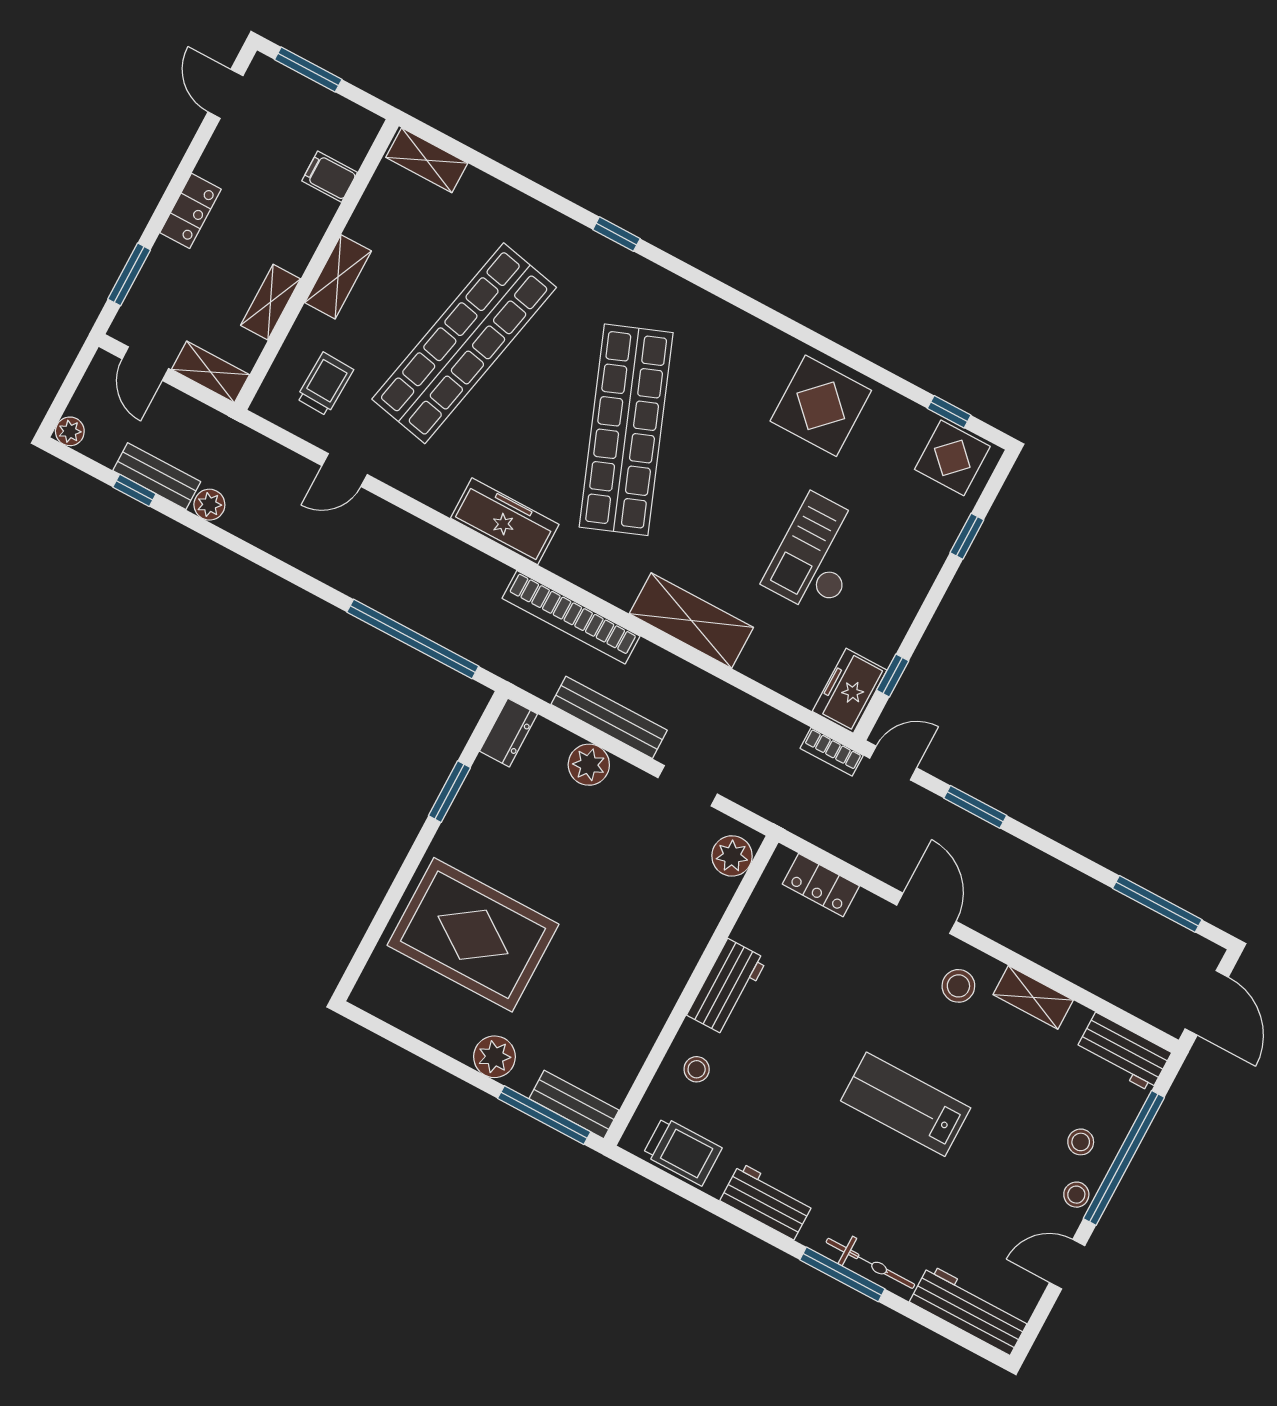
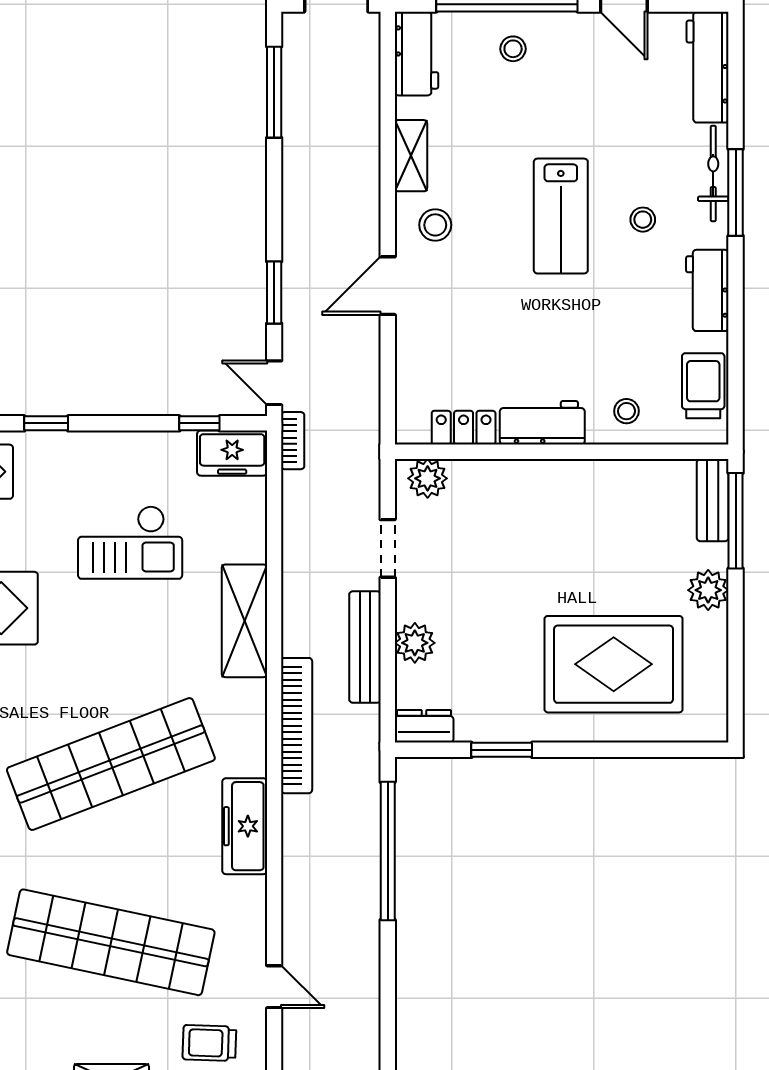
locker: (821, 885) -> (464, 428), moved, turned -90
rug: (473, 935) -> (614, 664), turned 90
stool: (1076, 1195) -> (643, 220), moved

